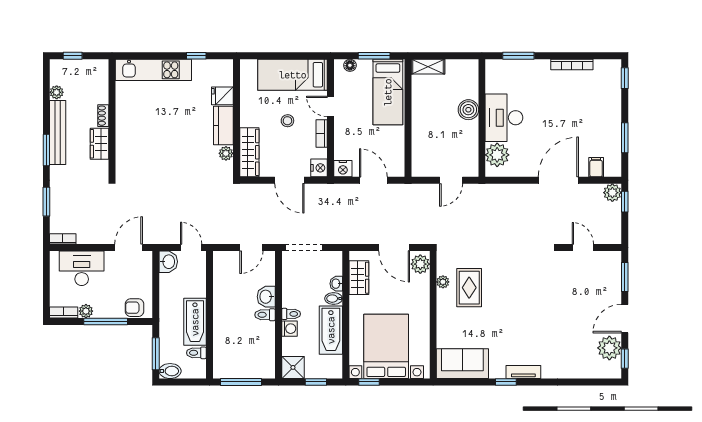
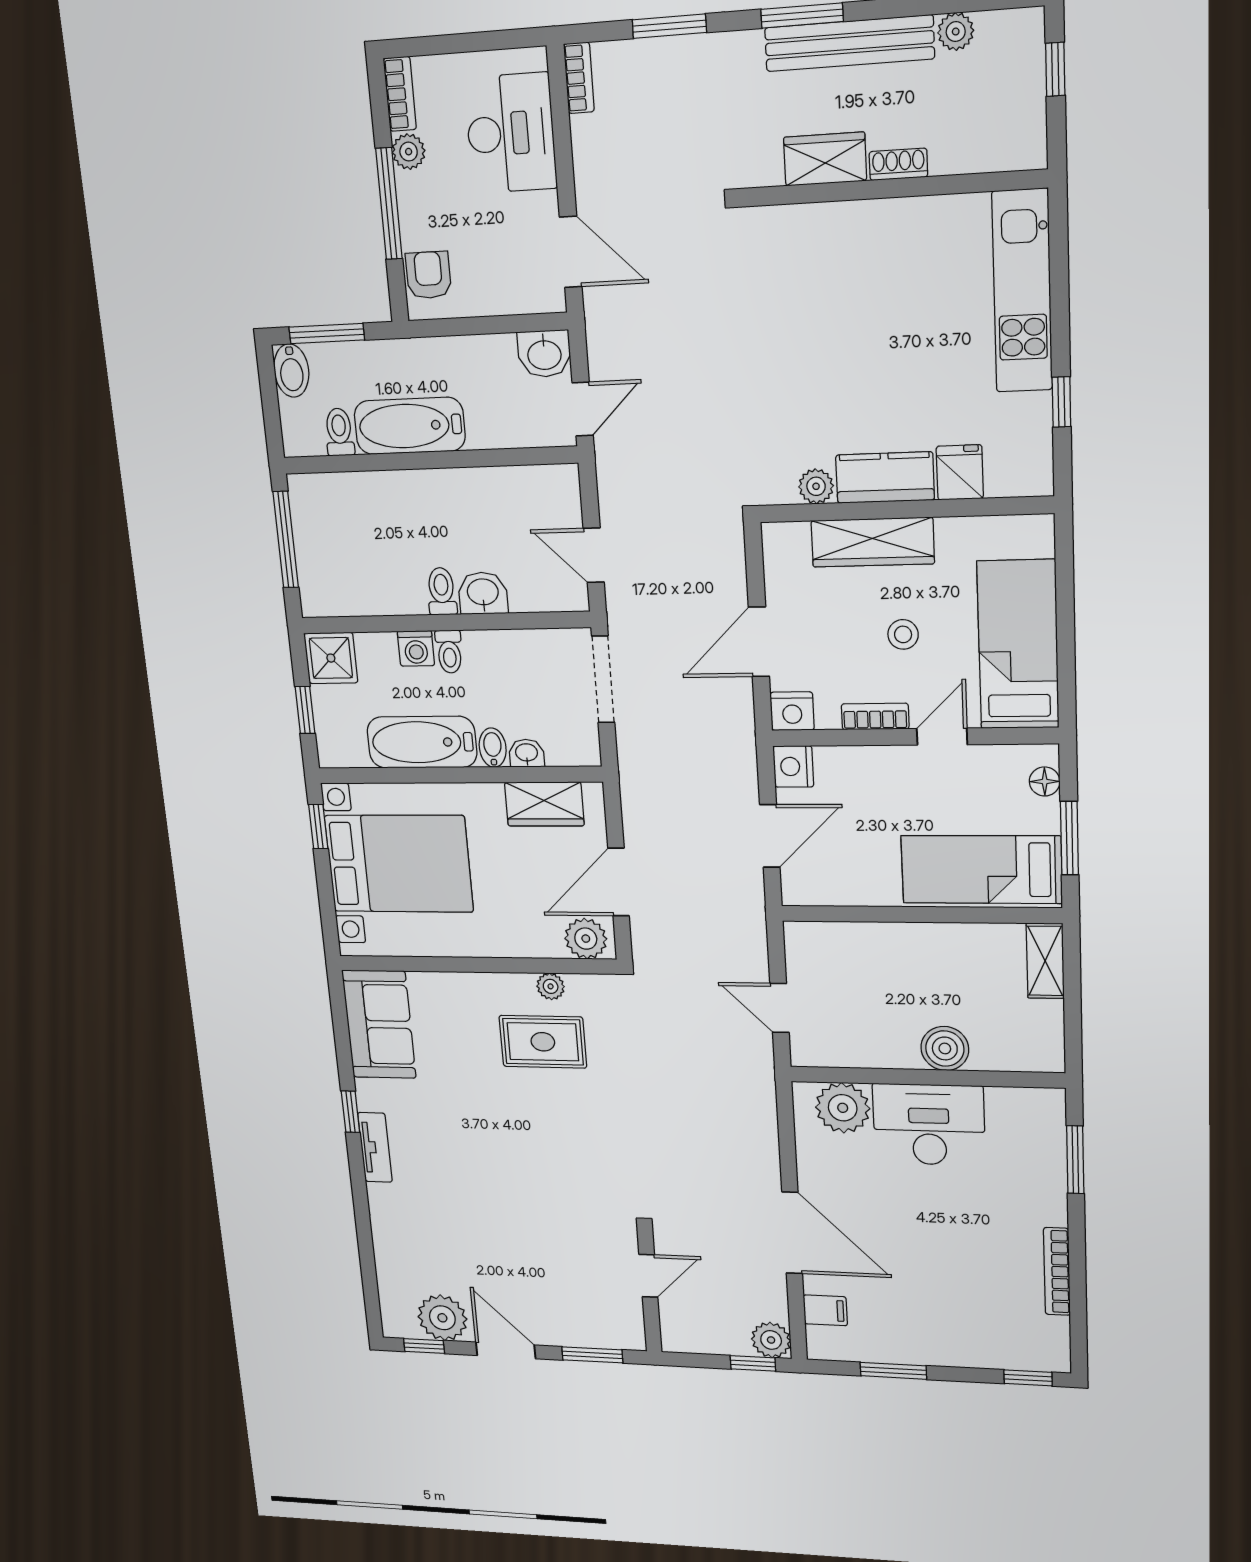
wardrobe: (249, 152) -> (873, 542), moved

